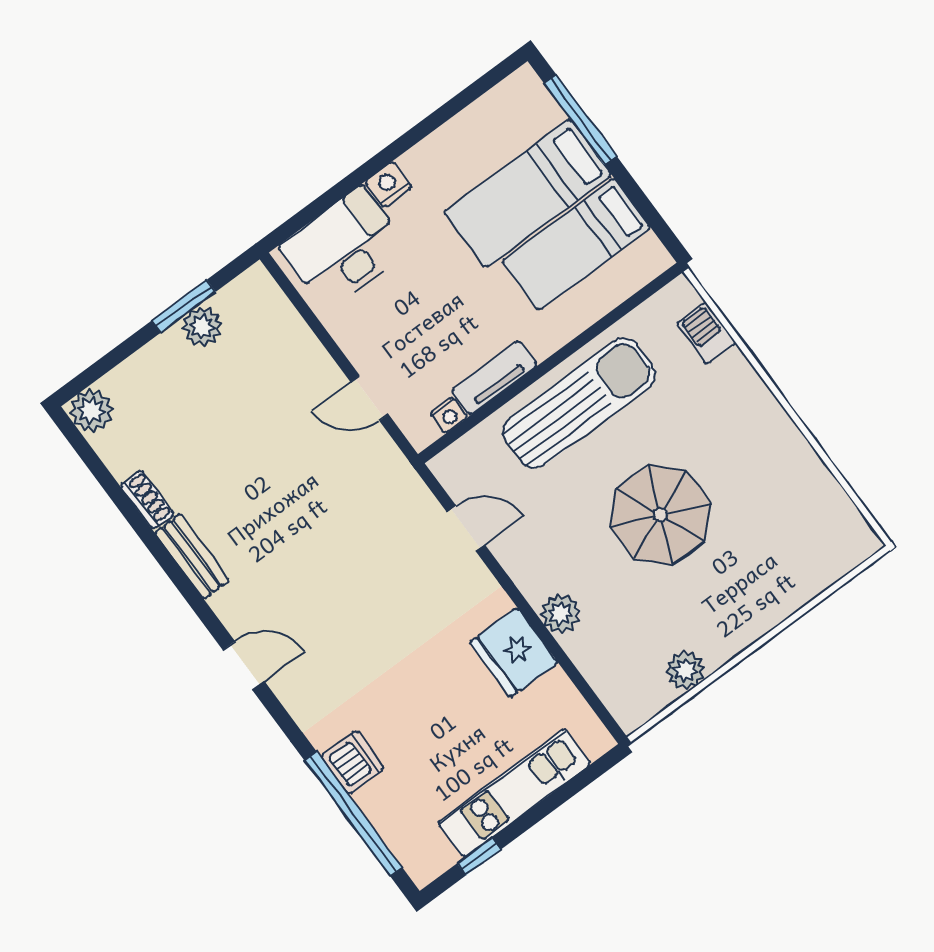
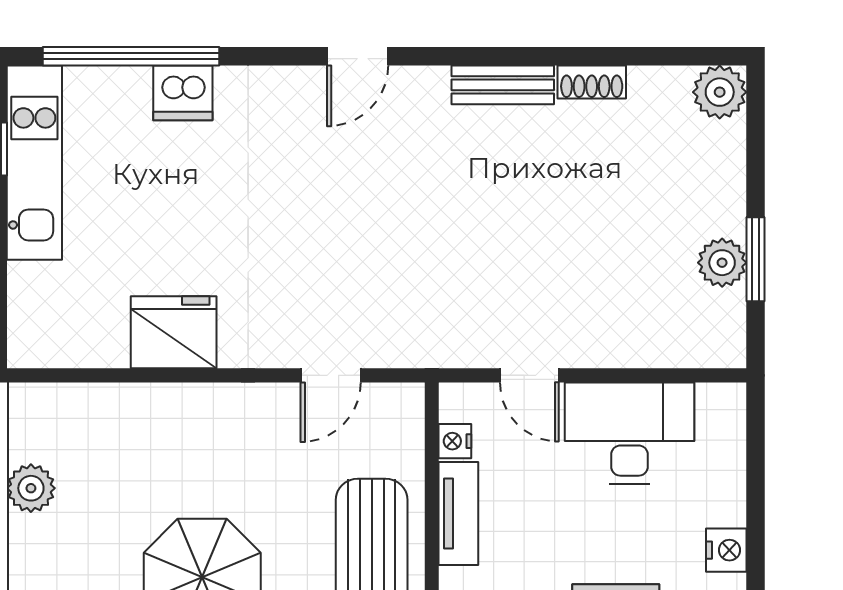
desk: (344, 248) -> (629, 433), moved, turned -90
door: (369, 398) -> (529, 375), swing flipped
plant: (560, 614) -> (178, 406), removed
kitchen unit: (514, 793) -> (34, 163), moved

